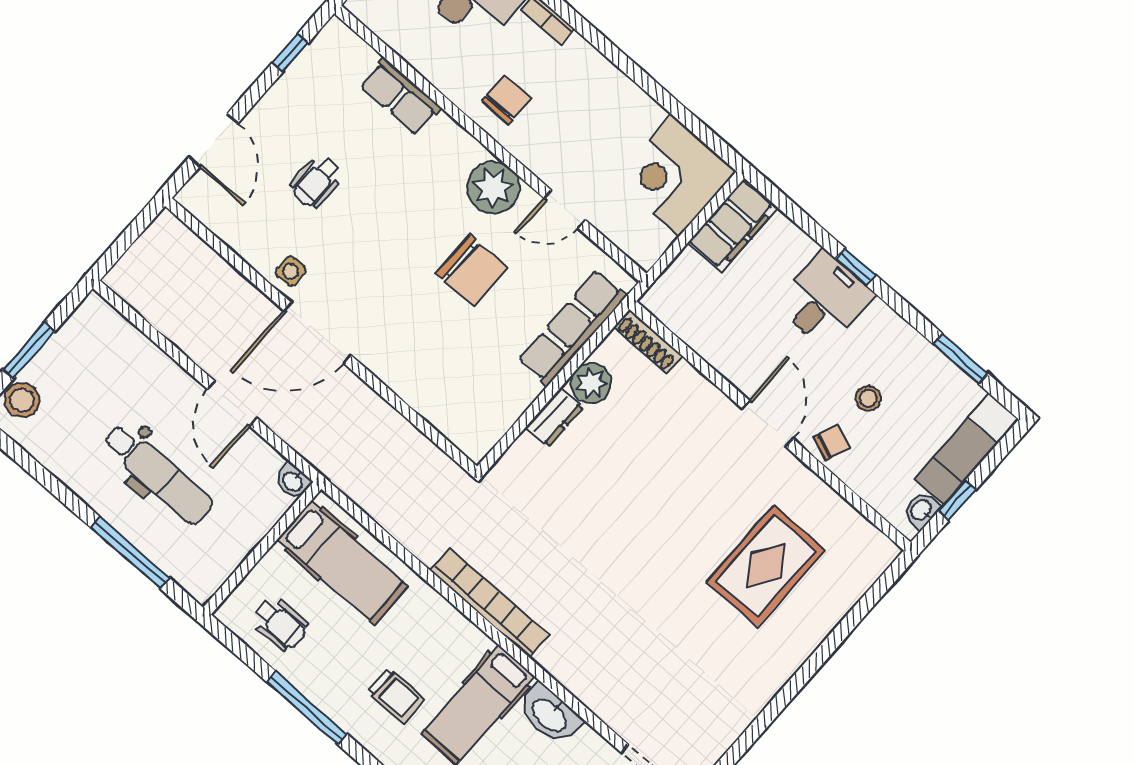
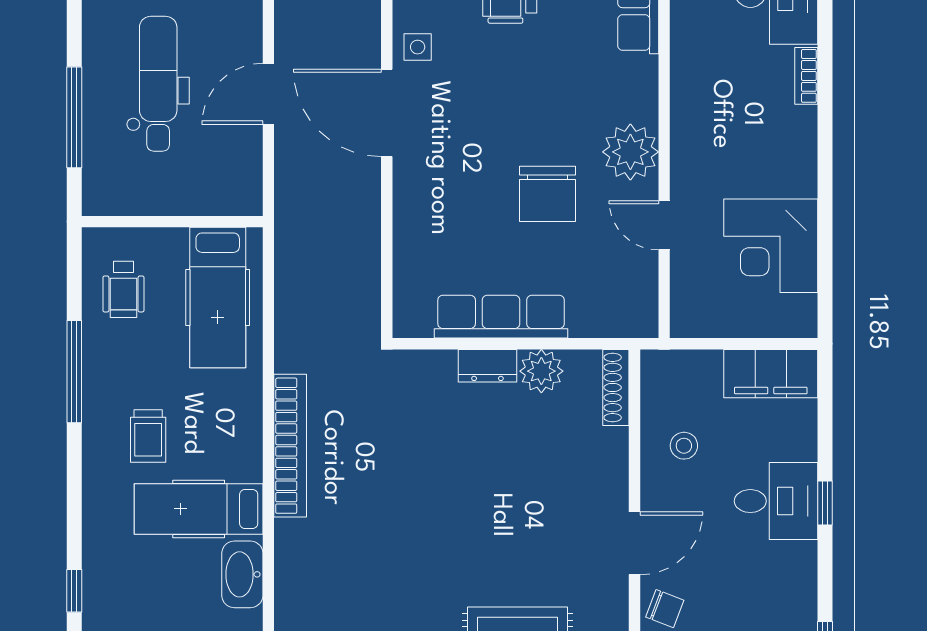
chair: (507, 99) -> (712, 100), removed
corner desk: (675, 175) -> (771, 246), moved, turned -90
row of seats: (572, 328) -> (501, 317), moved
stool: (868, 398) -> (684, 446), moved
dental chair: (158, 474) -> (158, 84), turned 180
washbasin: (293, 481) -> (249, 199), removed

